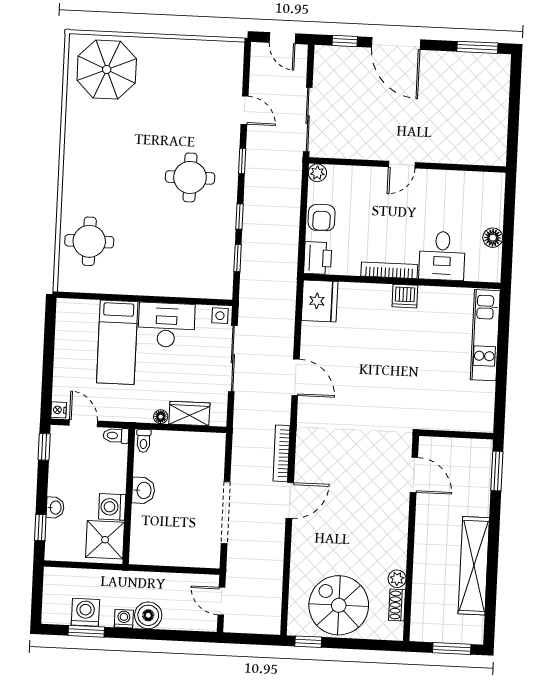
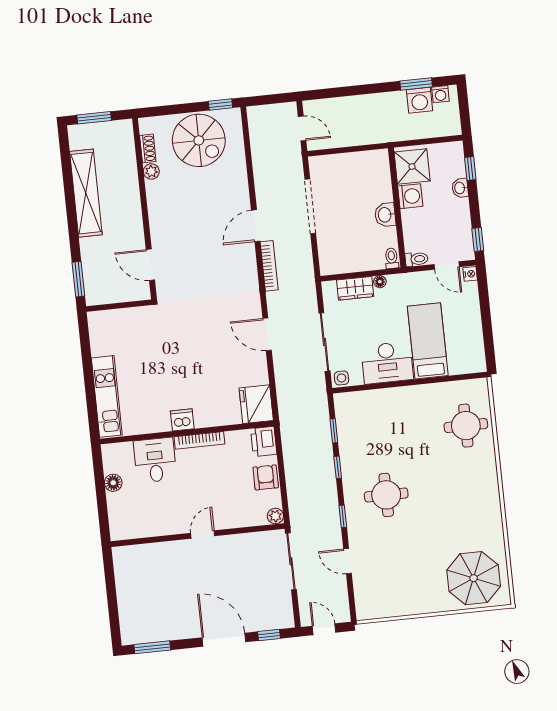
boiler: (148, 615) -> (364, 106), removed
washing machine: (124, 619) -> (440, 94), moved

